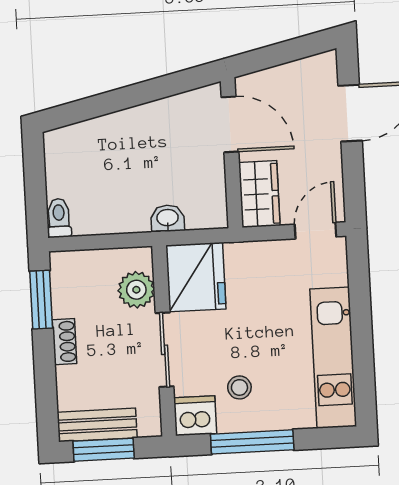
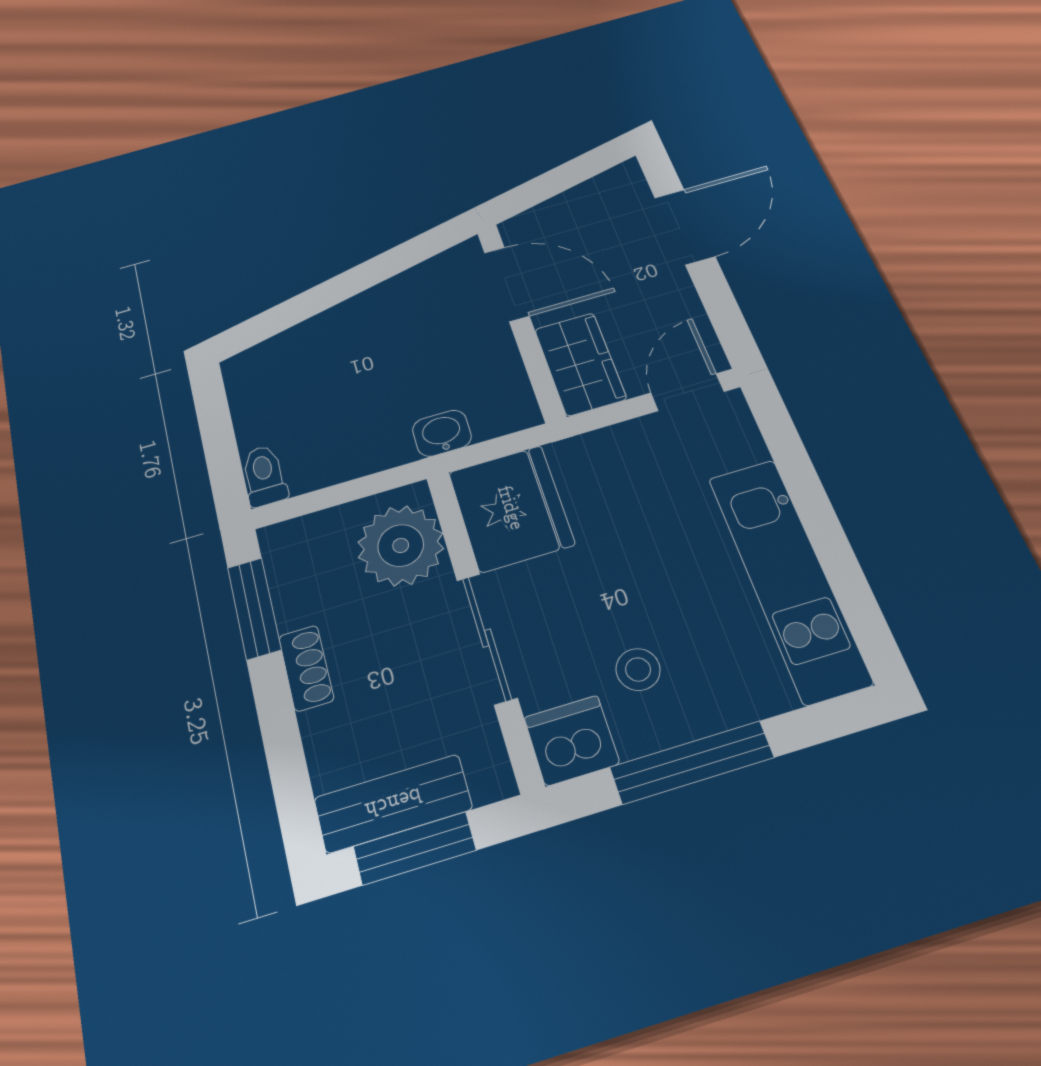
plant: (136, 290) -> (401, 545), width x1.36, depth x1.36

